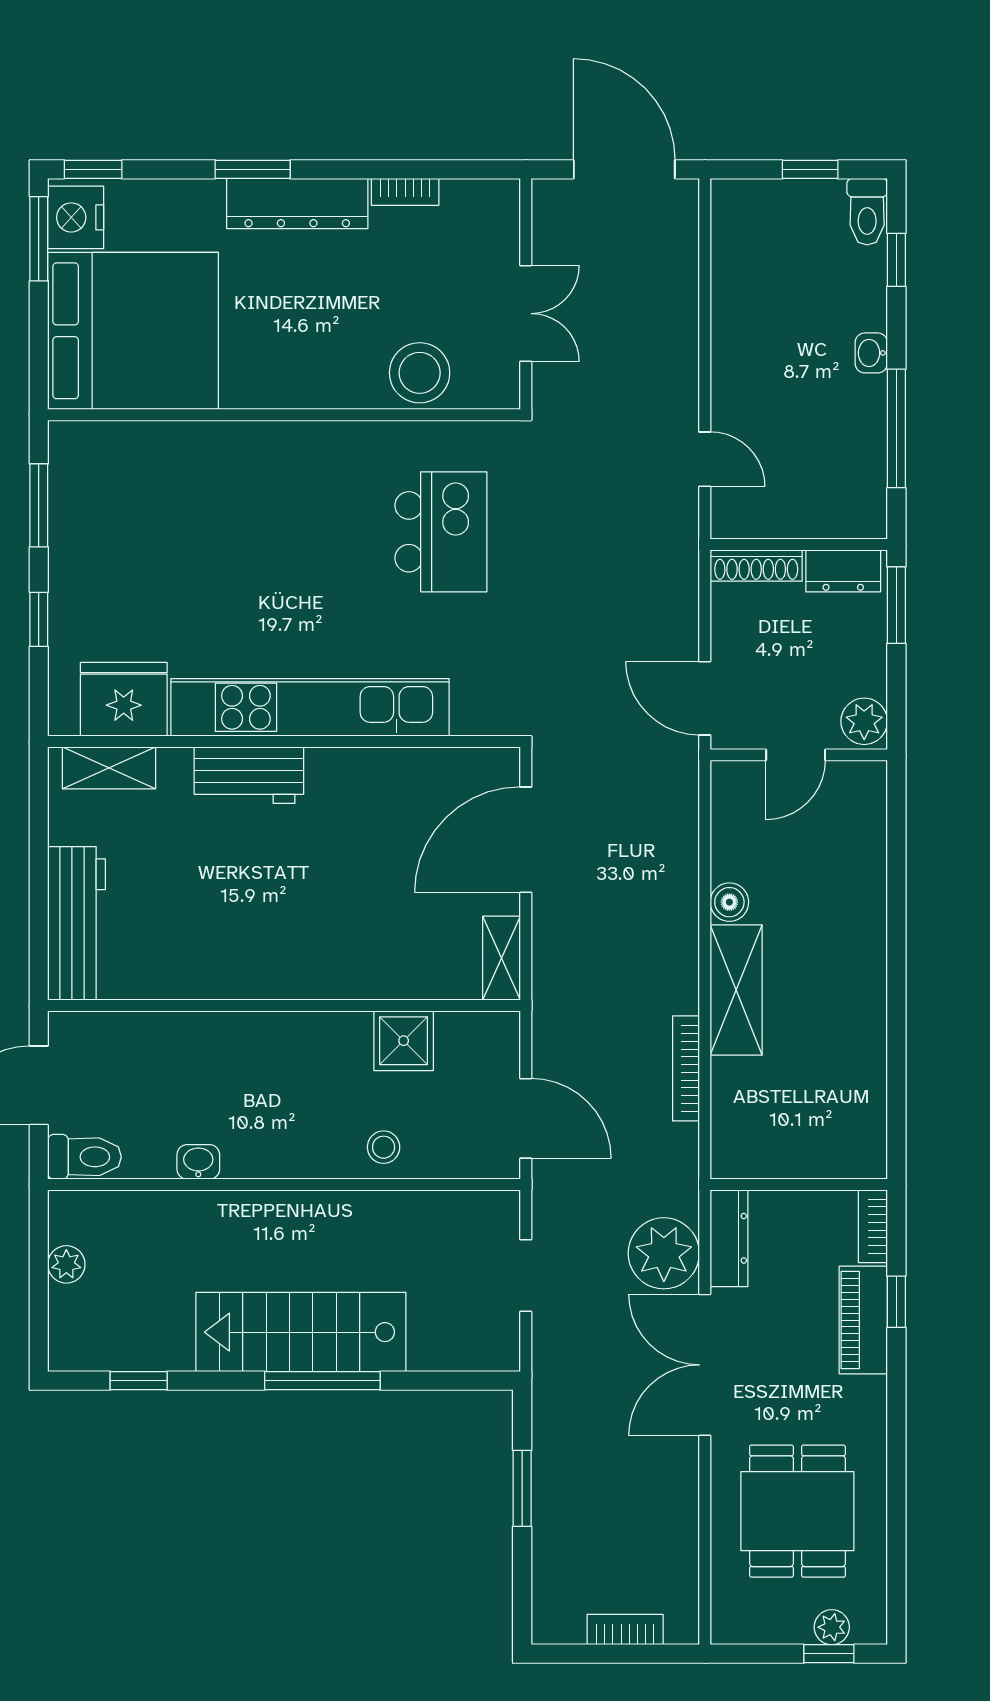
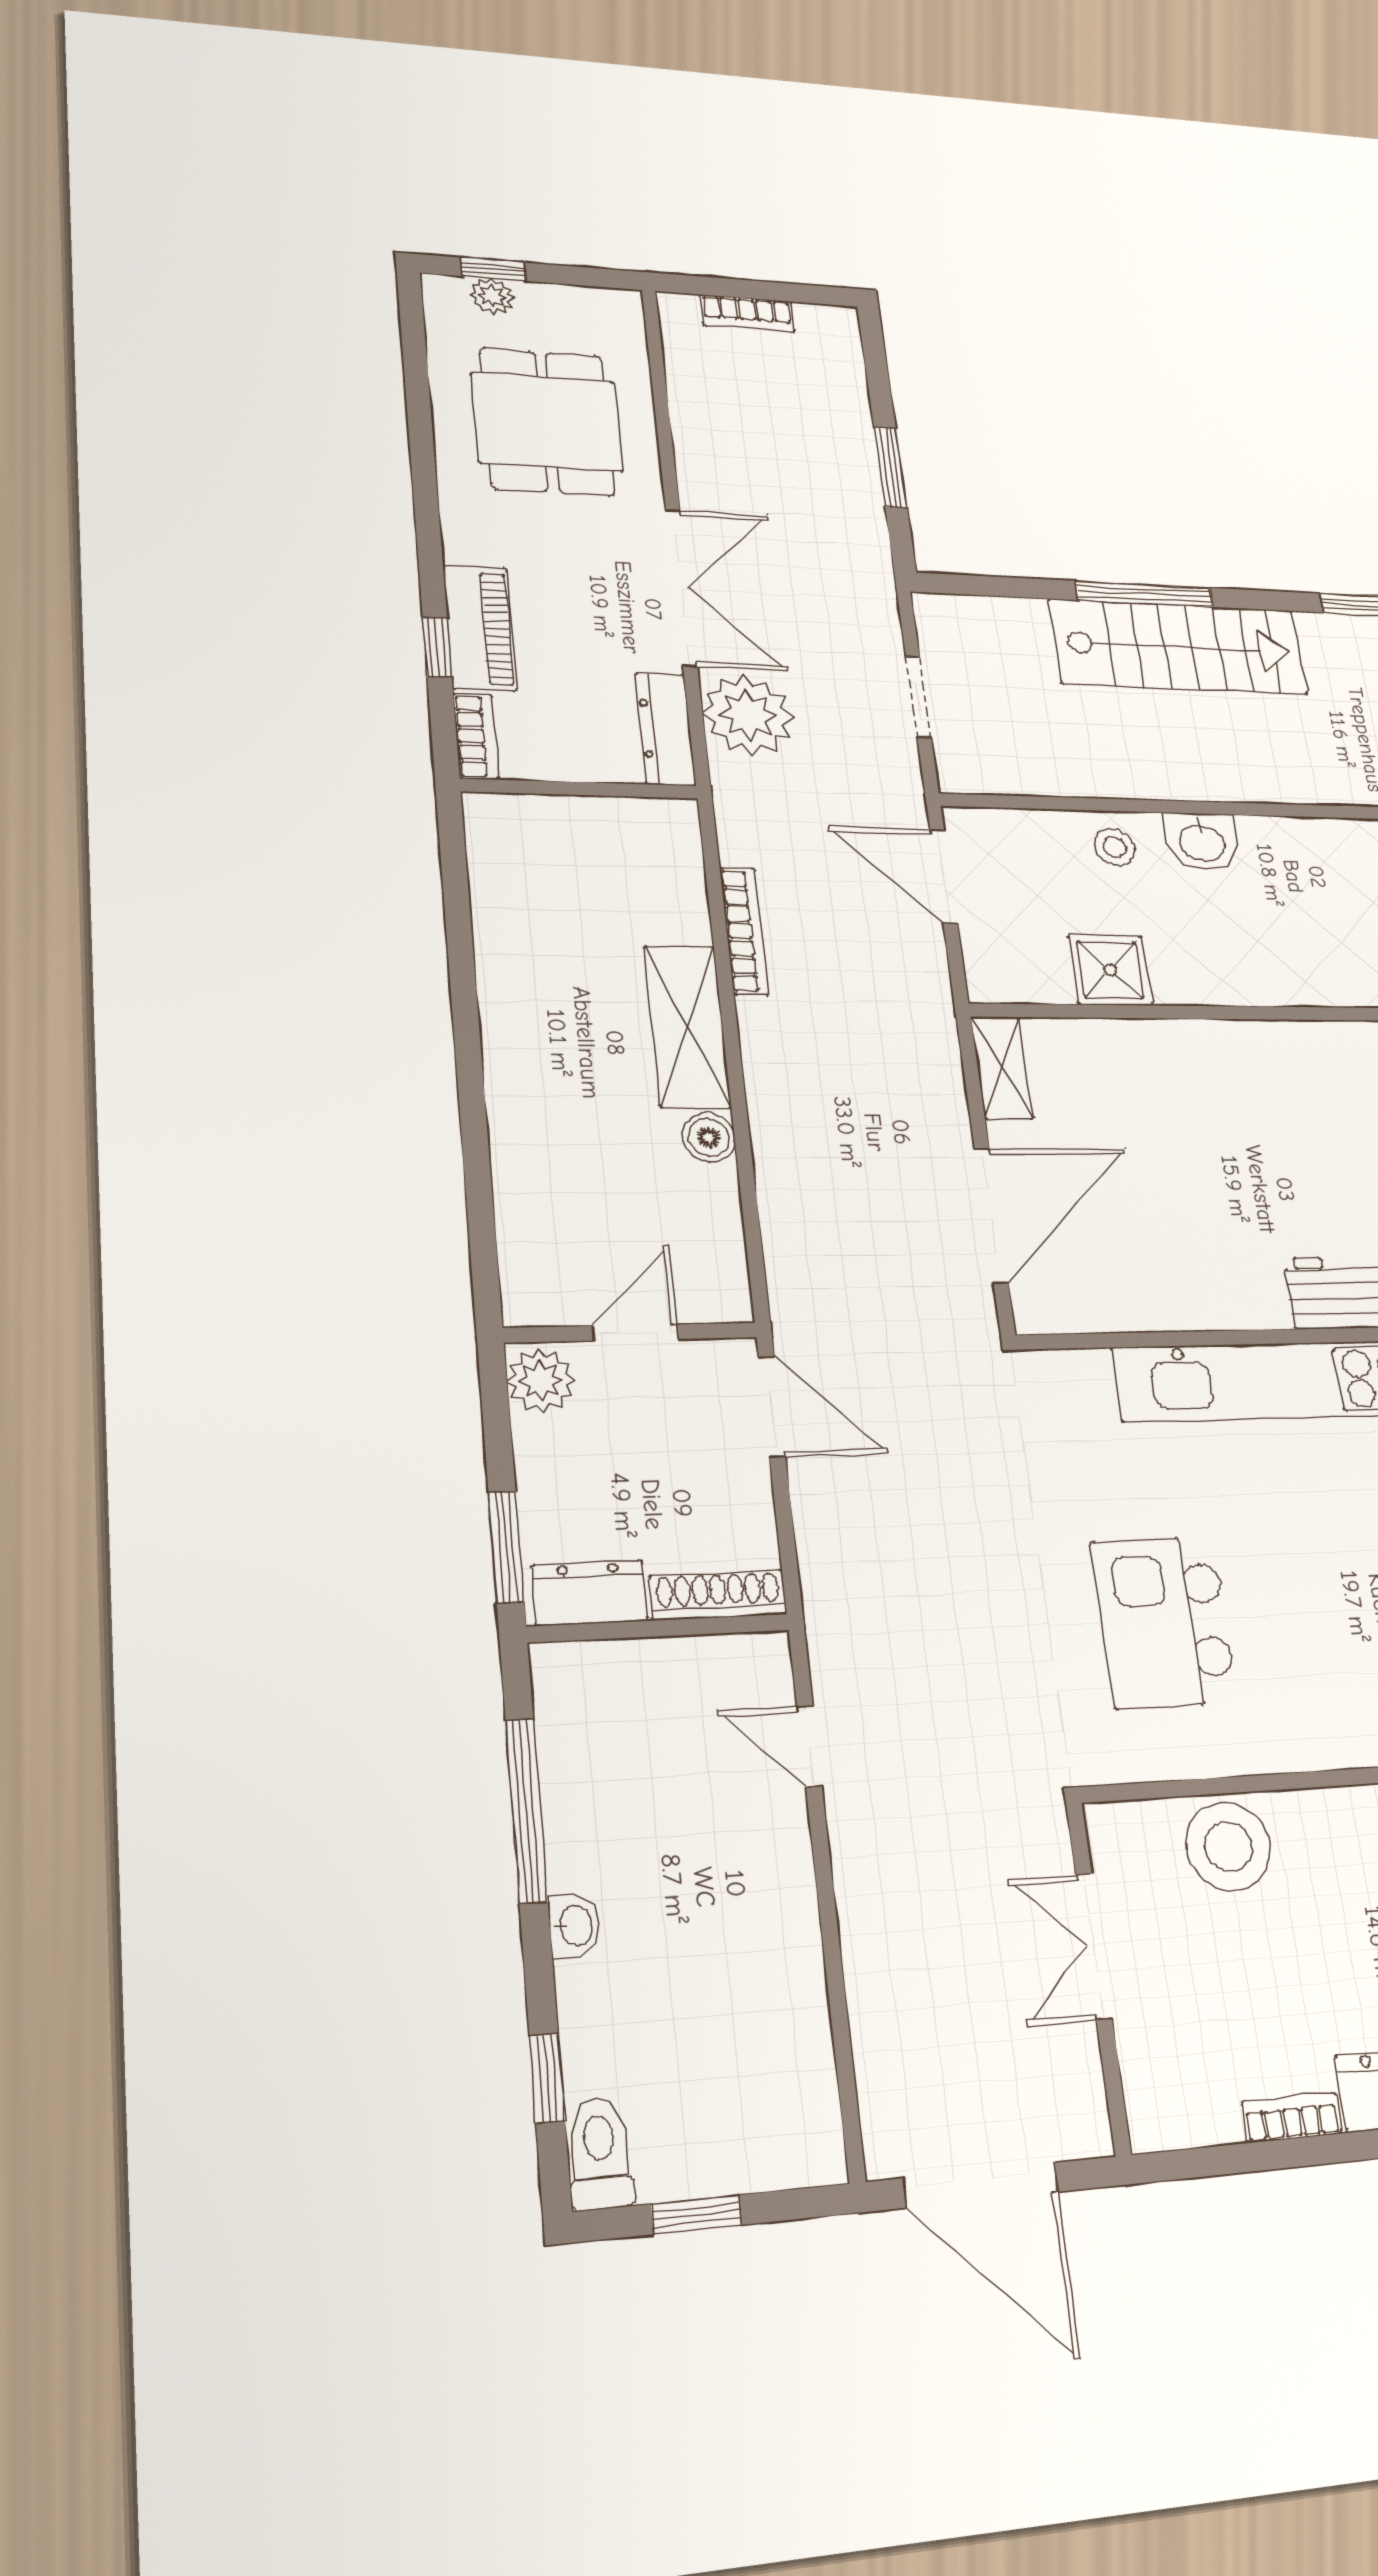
washbasin: (198, 1162) -> (1202, 842), moved, width x1.38, depth x1.45

